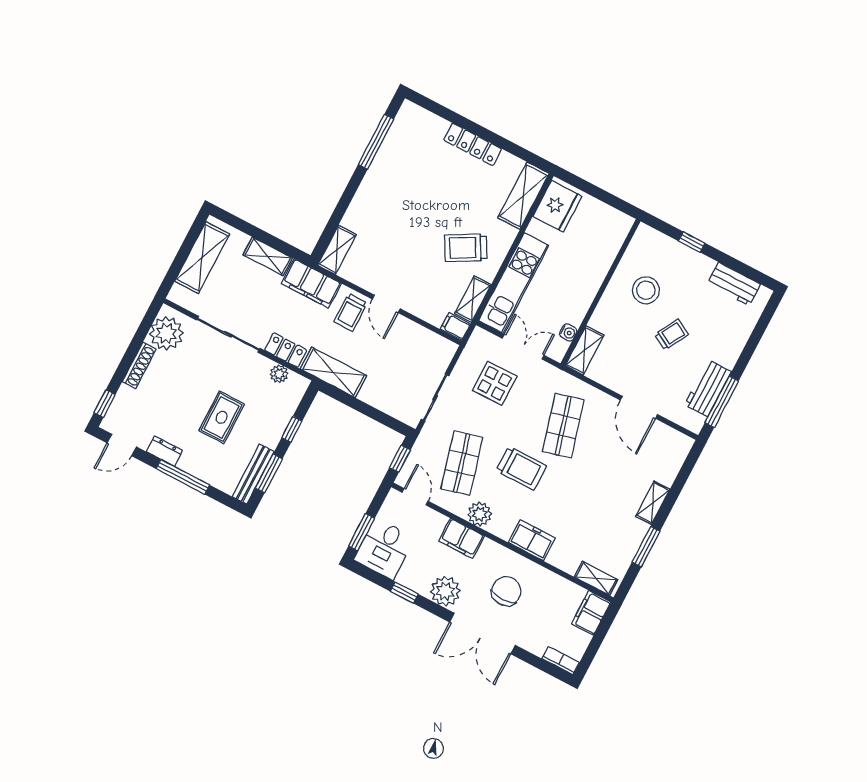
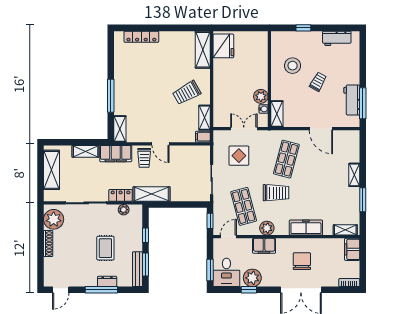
window: (376, 142) -> (111, 96), moved
locker: (473, 144) -> (141, 37), moved
kitchen unit: (514, 283) -> (221, 98), removed
plant: (574, 311) -> (261, 96), added
window: (105, 404) -> (40, 273), removed
shop shelf: (563, 426) -> (286, 159), turned 30
dresser: (164, 451) -> (107, 281), moved
door: (415, 497) -> (228, 237), hinge flipped
freezer: (532, 540) -> (306, 228), width x1.40
plant: (445, 591) -> (252, 278), moved

